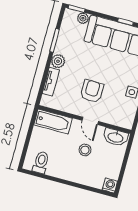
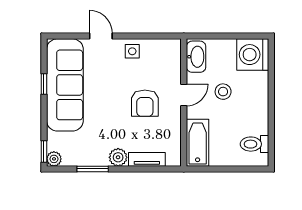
plant: (83, 18) -> (54, 159), moved
armchair: (92, 91) -> (145, 103), turned -91
washing machine: (110, 185) -> (253, 55), width x1.89, depth x1.89

